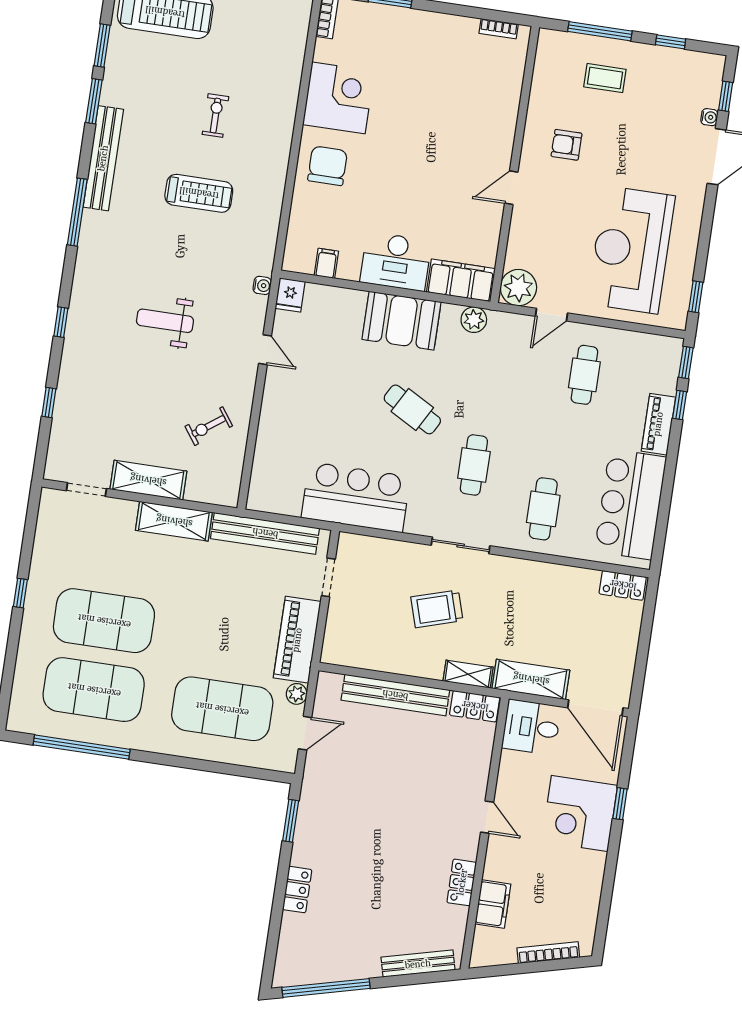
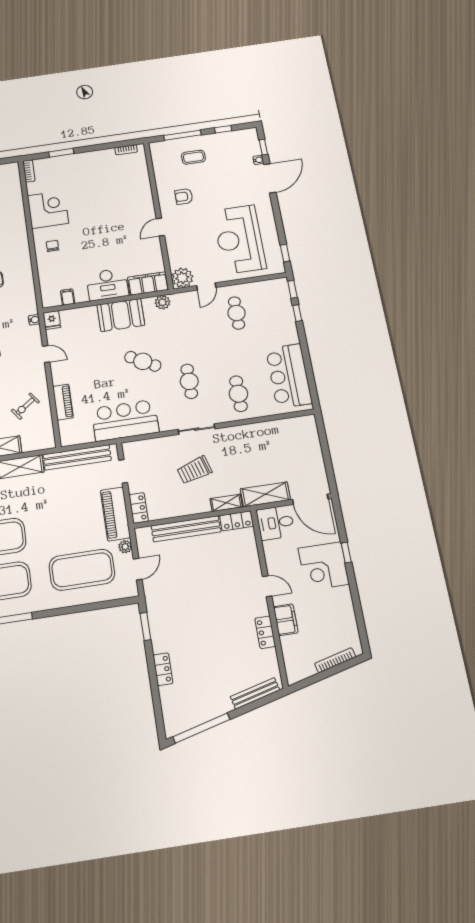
chair: (328, 166) -> (52, 246), width x0.54, depth x0.54
piano: (658, 424) -> (63, 402), moved, turned 180
locker: (623, 585) -> (139, 508), moved, turned -90
filing cabinet: (493, 904) -> (286, 620), moved

